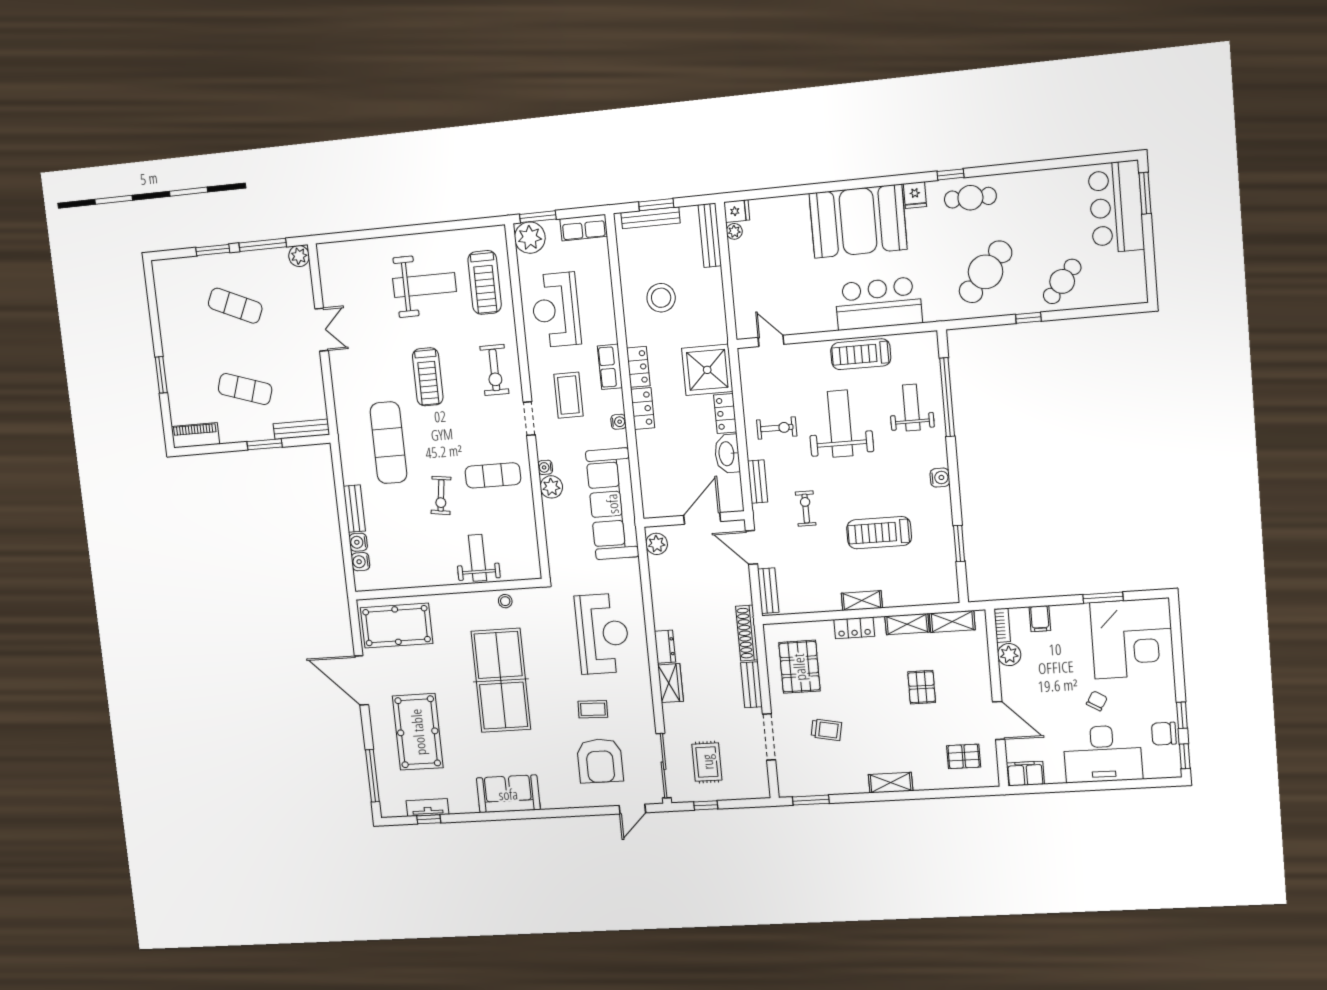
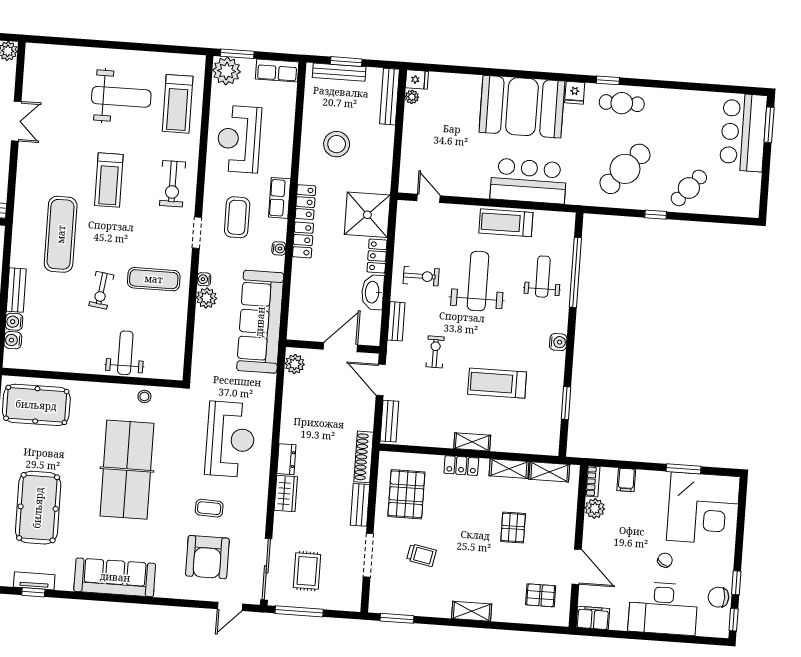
sofa: (508, 794) -> (115, 577), width x1.36
window: (706, 805) -> (299, 611), width x2.17

